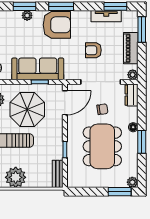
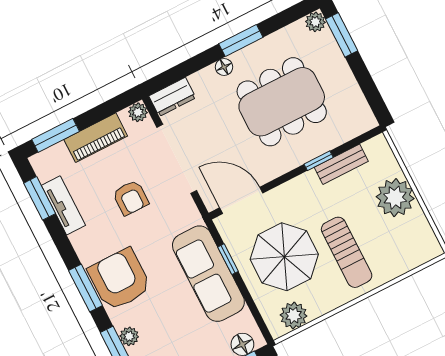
chair: (102, 109) -> (220, 133), removed
bench: (58, 174) -> (341, 164), moved
plant: (16, 177) -> (395, 198), moved

